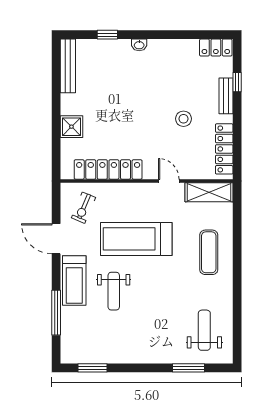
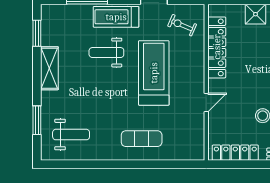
shelving: (209, 192) -> (49, 68), moved

